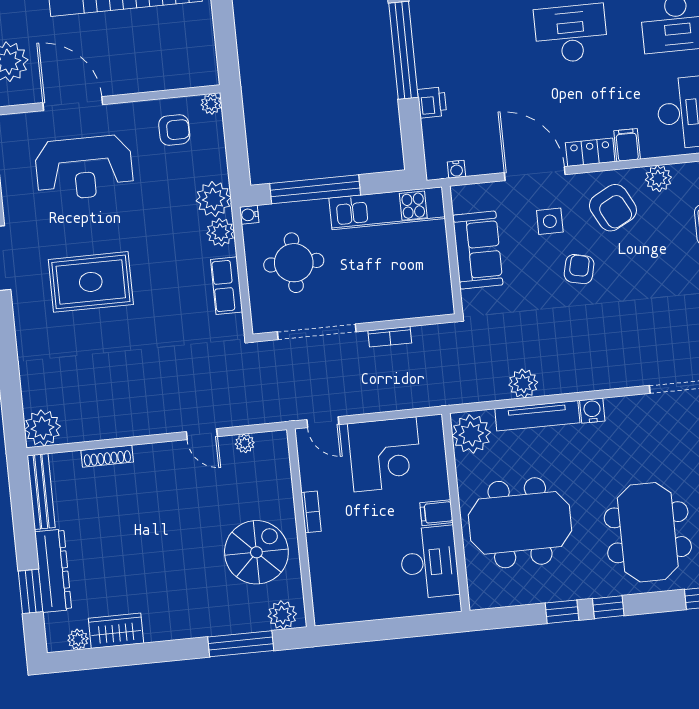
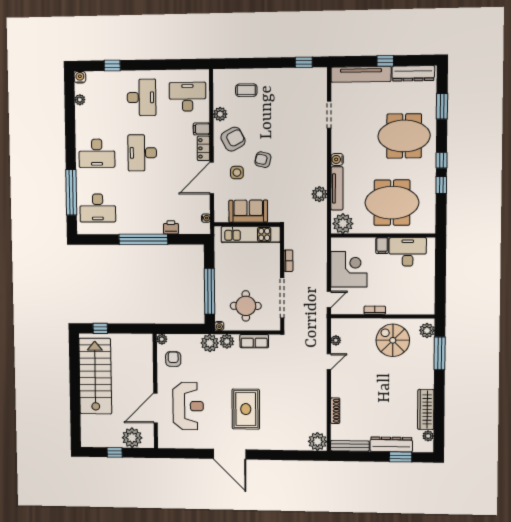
kitchen unit: (387, 208) -> (251, 234), moved, turned 90
meeting table: (520, 523) -> (392, 203), turned 90
wardrobe: (116, 631) -> (426, 409), width x1.50

